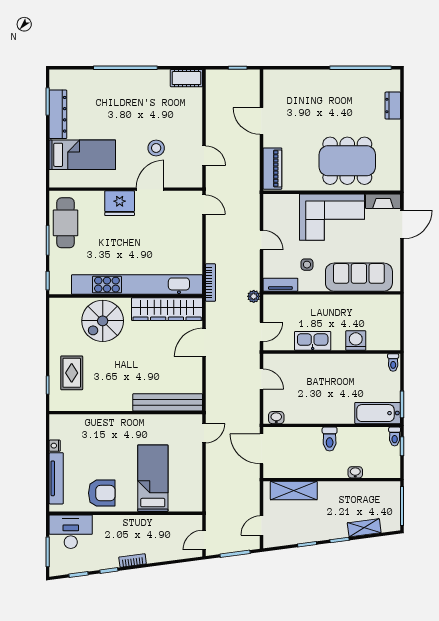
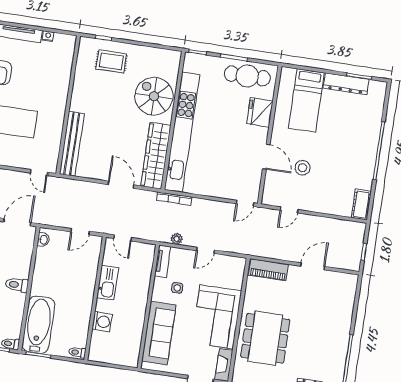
fridge: (120, 203) -> (260, 112), moved
plant: (254, 296) -> (177, 239), moved
bathtub: (378, 413) -> (38, 325), width x1.36, depth x1.36

